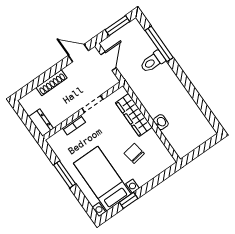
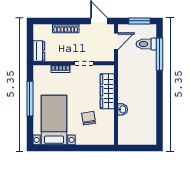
toilet: (153, 62) -> (146, 44), moved
window: (65, 174) -> (30, 99), width x1.44
window: (129, 200) -> (62, 148), removed

